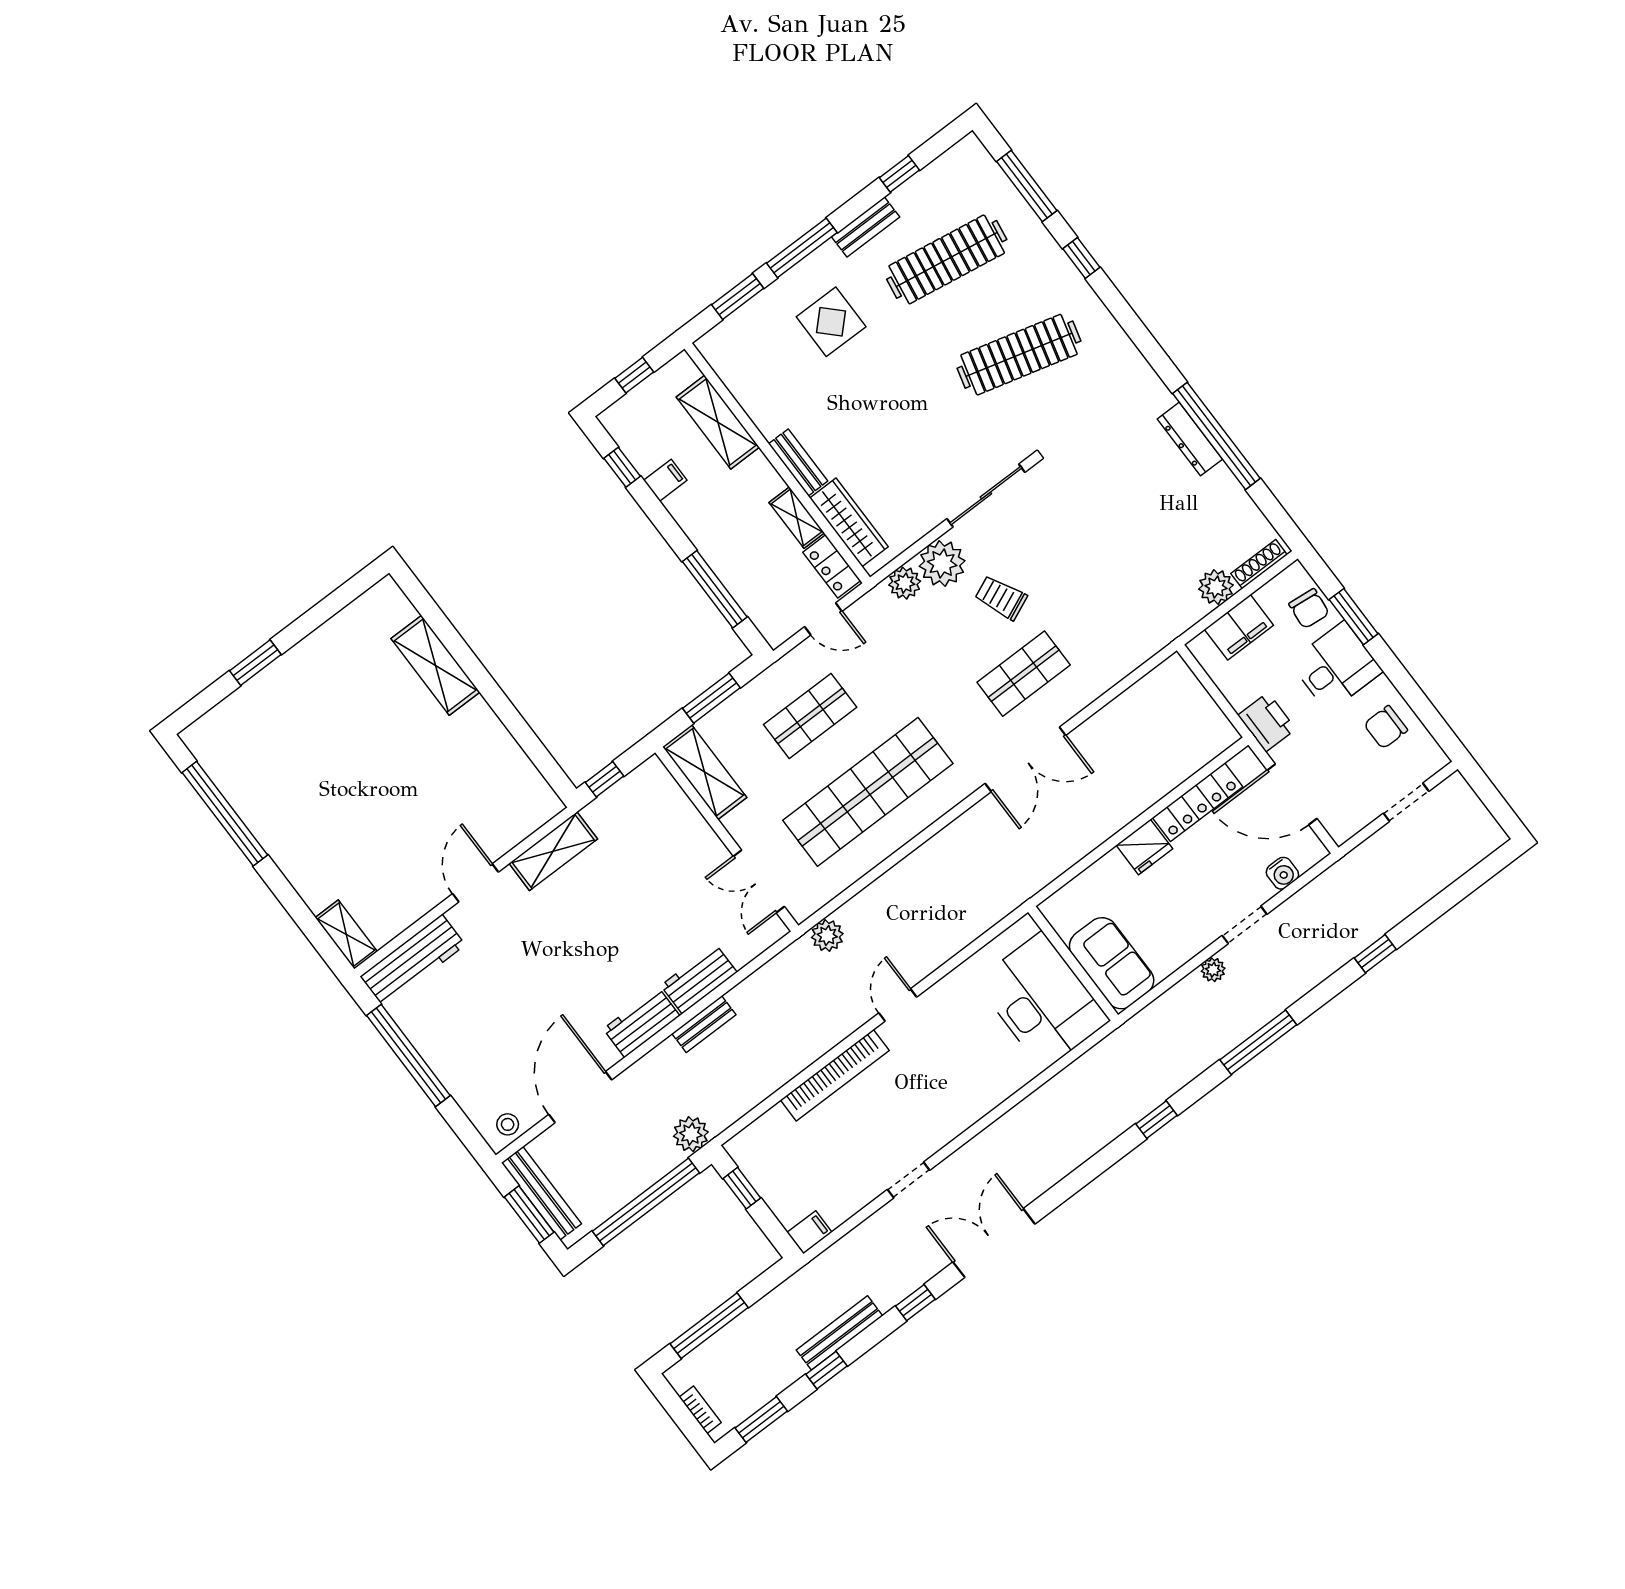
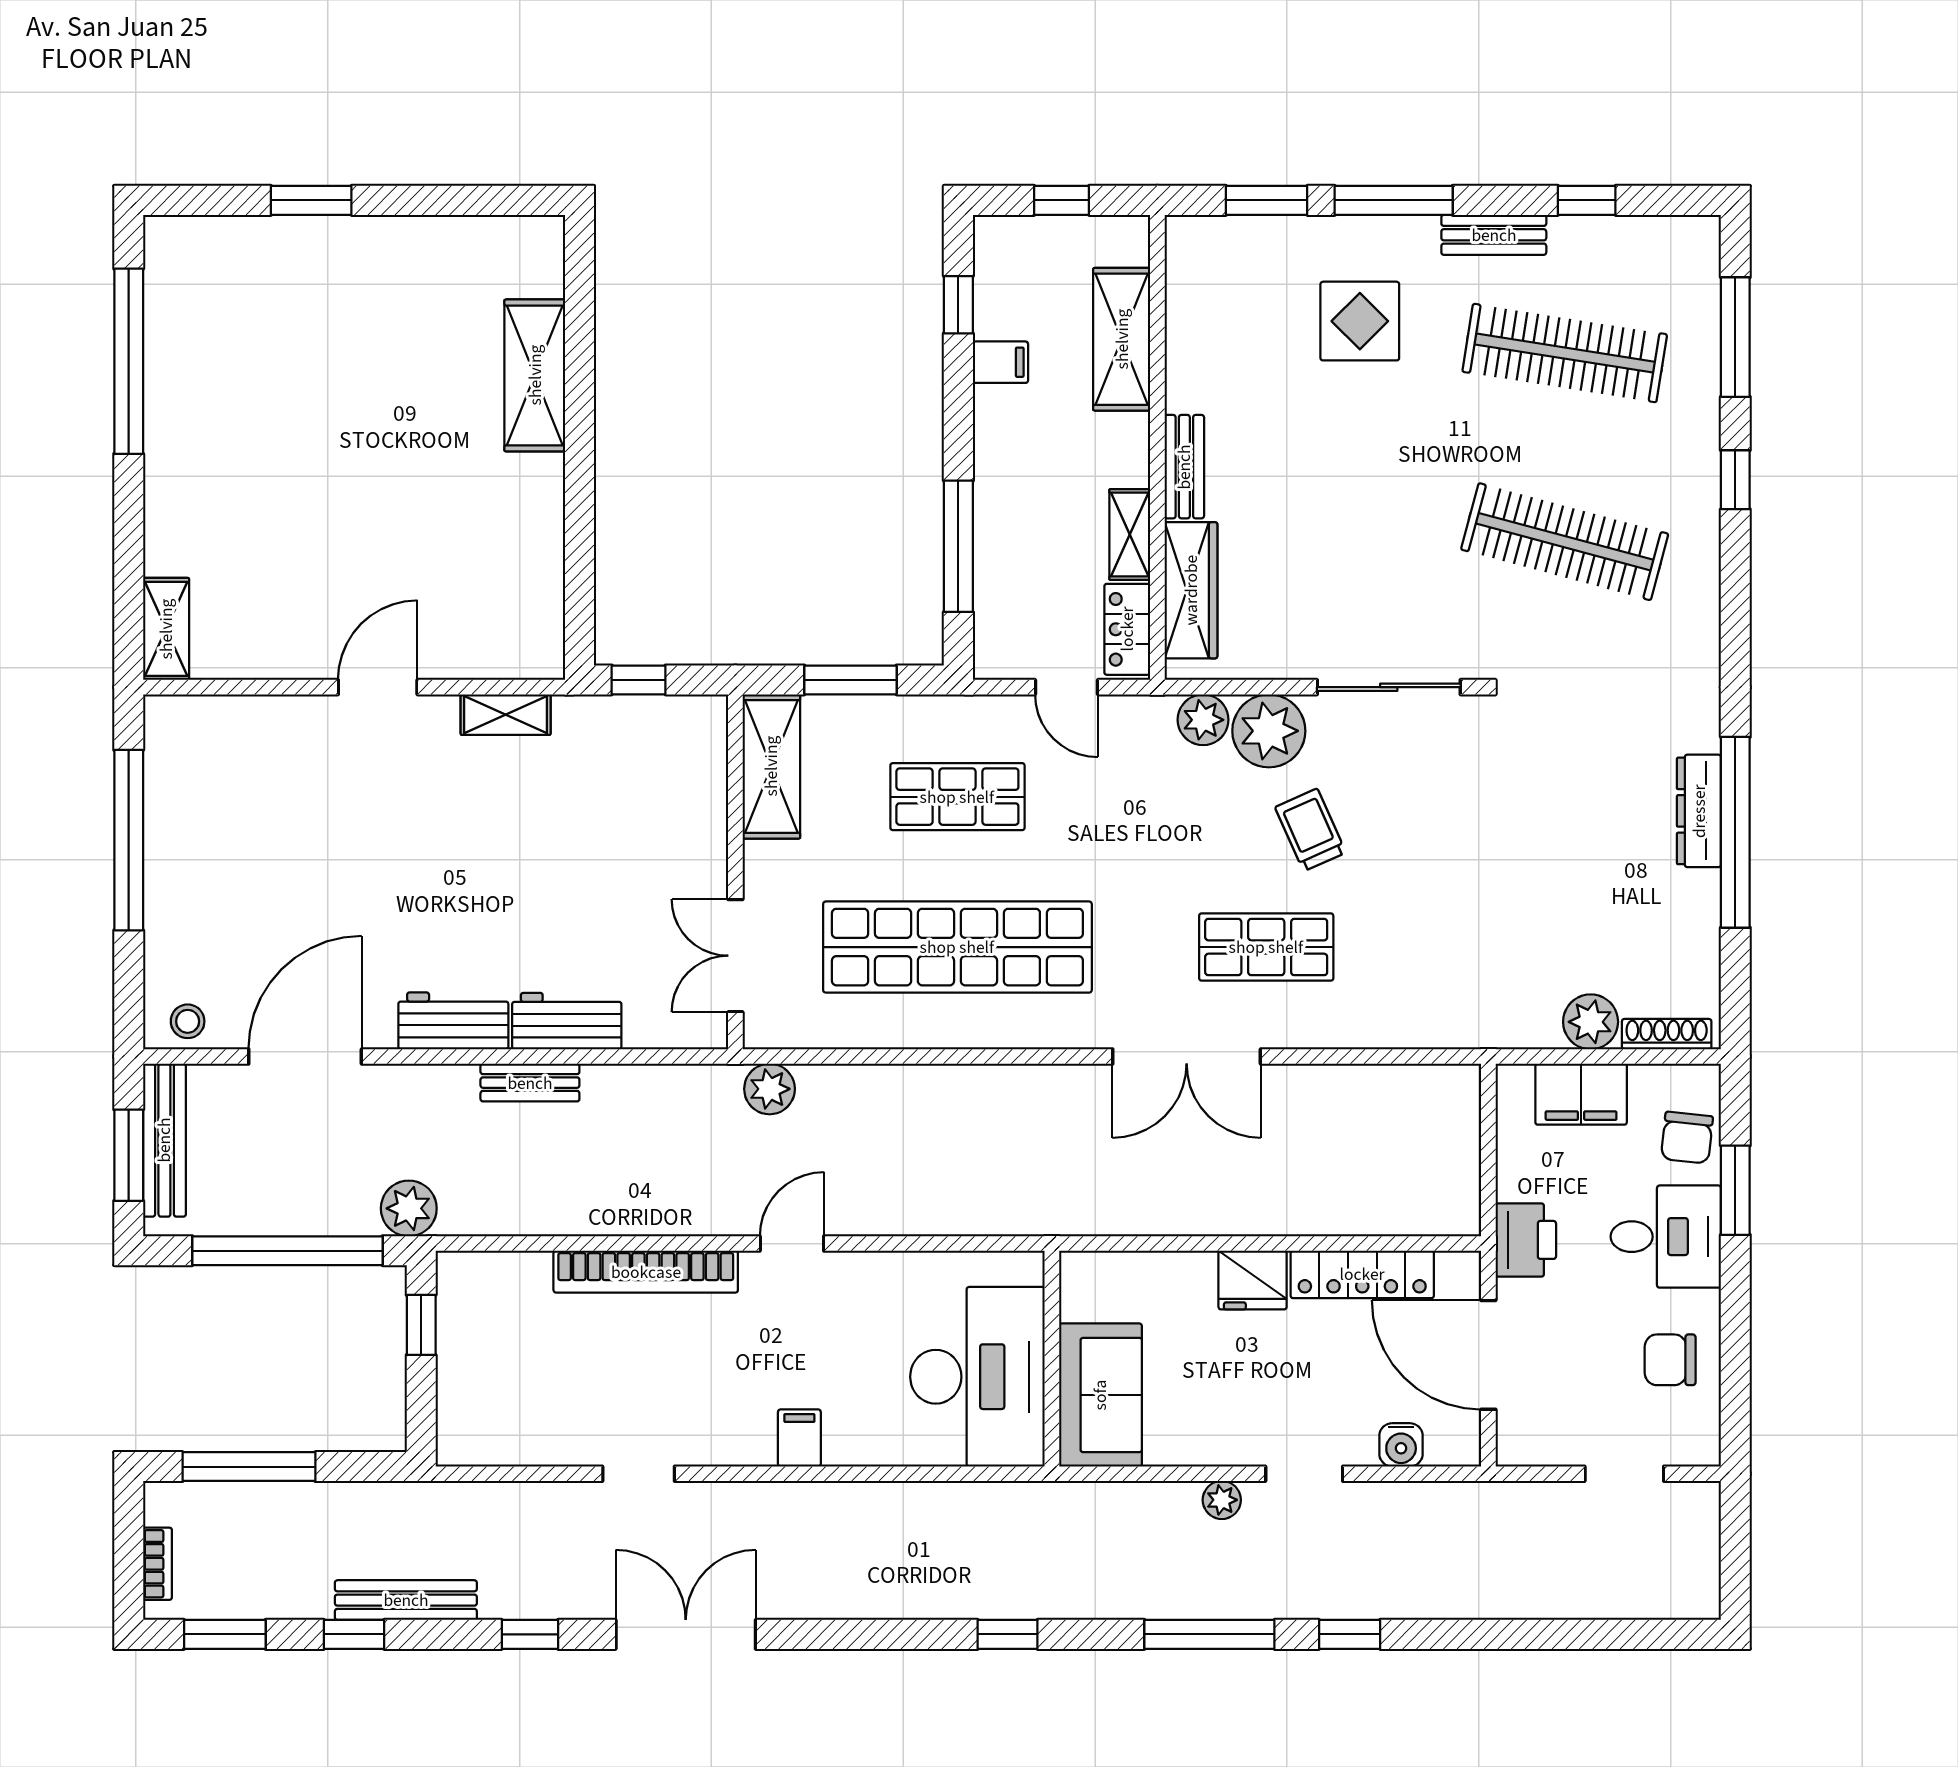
shelving: (553, 851) -> (506, 715), width x0.67, depth x0.75
window: (1375, 954) -> (1350, 1634), moved
workbench: (413, 961) -> (225, 725), removed
filing cabinet: (810, 1232) -> (799, 1438), moved, turned -90

